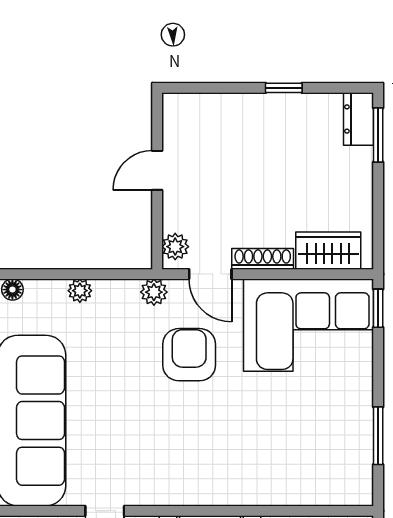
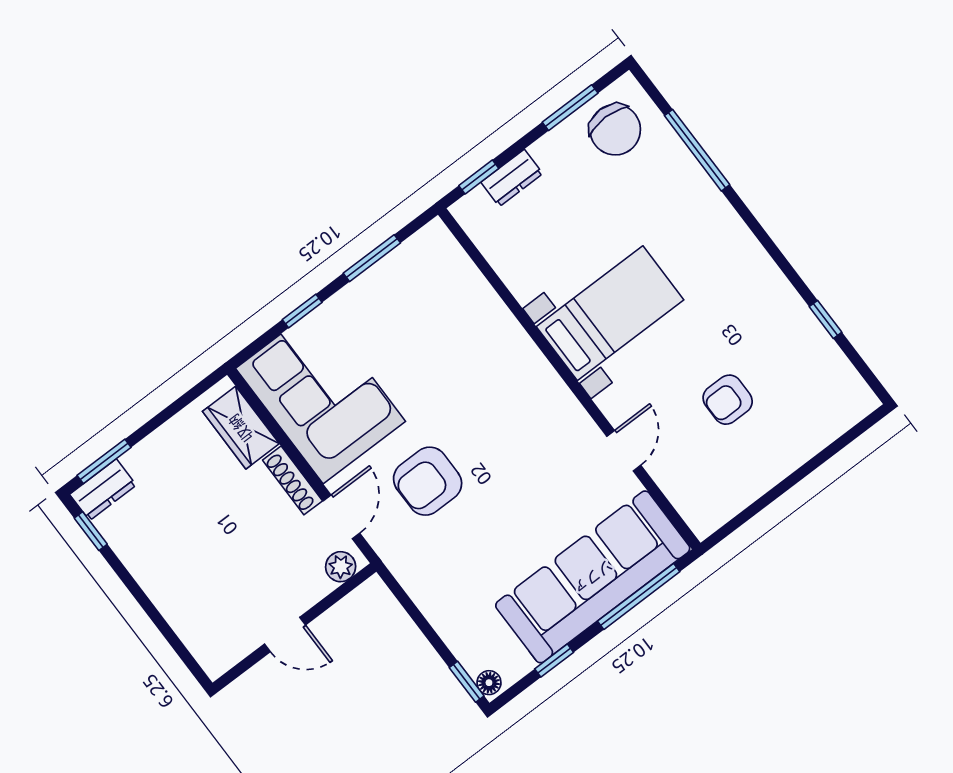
window: (284, 88) -> (91, 531), moved
window: (25, 274) -> (467, 682), added
plant: (80, 291) -> (444, 622), removed
plant: (154, 292) -> (396, 555), removed
window: (378, 308) -> (302, 311), moved

